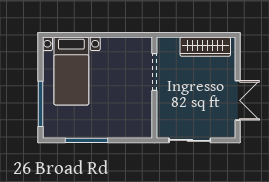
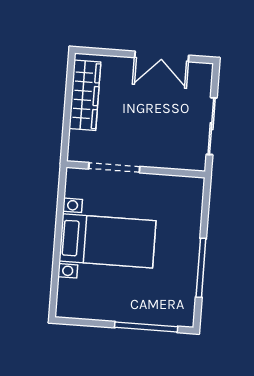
bed with nightstands: (71, 71) -> (107, 241), moved
double door: (238, 100) -> (162, 56), swing flipped

